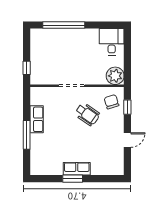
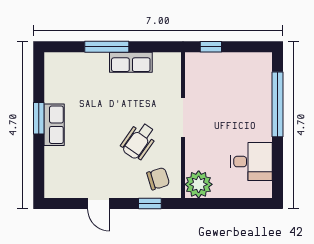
desk: (112, 42) -> (251, 162), moved

